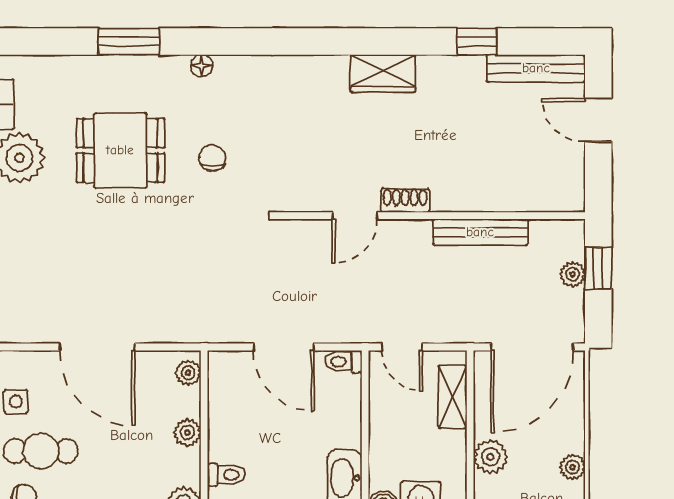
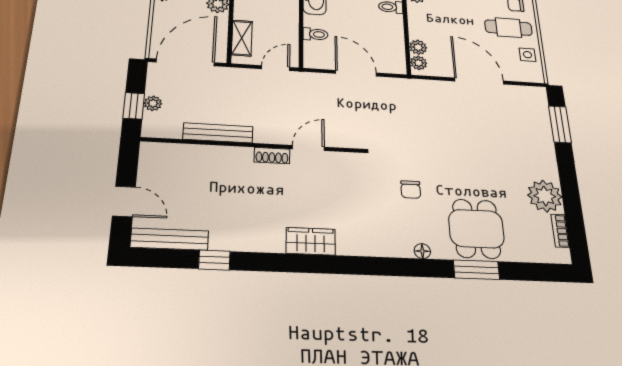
wardrobe: (383, 73) -> (311, 241), moved
dining table: (120, 150) -> (476, 229), moved, turned 90
door: (402, 347) -> (276, 68), hinge flipped
toilet: (343, 362) -> (315, 34), moved
plant: (187, 432) -> (418, 47), moved

